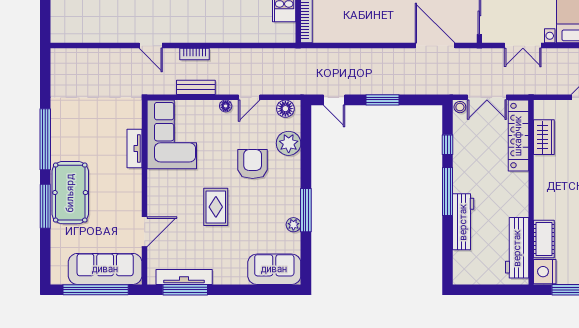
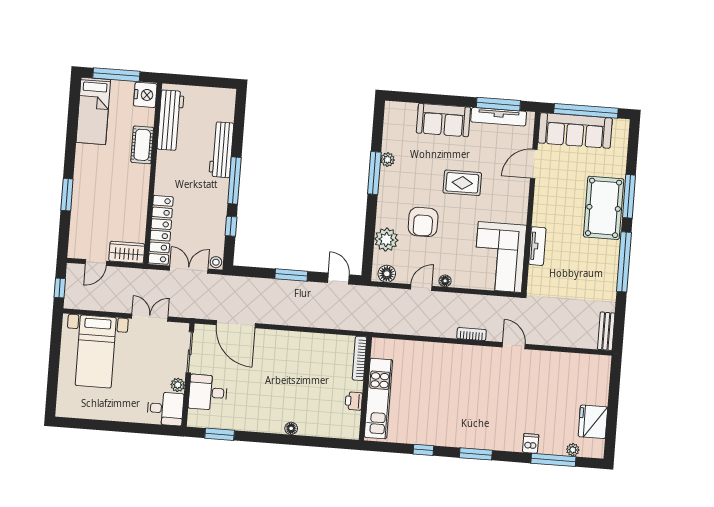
bench: (196, 87) -> (606, 331), moved, turned 90
wardrobe: (544, 137) -> (127, 252), moved, turned 90
rug: (216, 207) -> (462, 183), turned 90
cot: (544, 239) -> (142, 145), moved
sofa: (274, 269) -> (443, 120), moved

